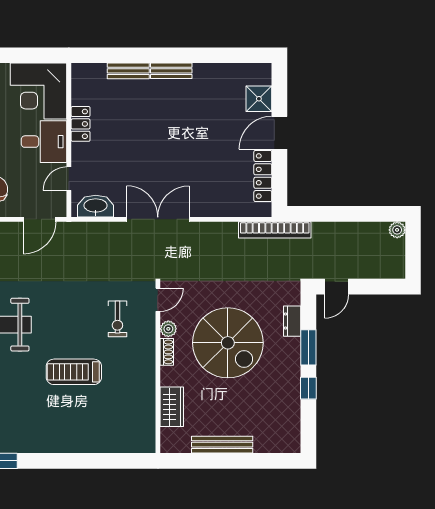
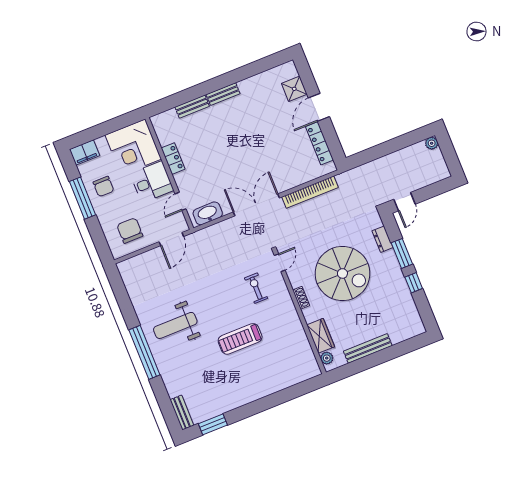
bookcase: (275, 230) -> (310, 192), moved
exercise bike: (117, 319) -> (256, 288), turned 180
plant: (168, 329) -> (327, 358), moved

